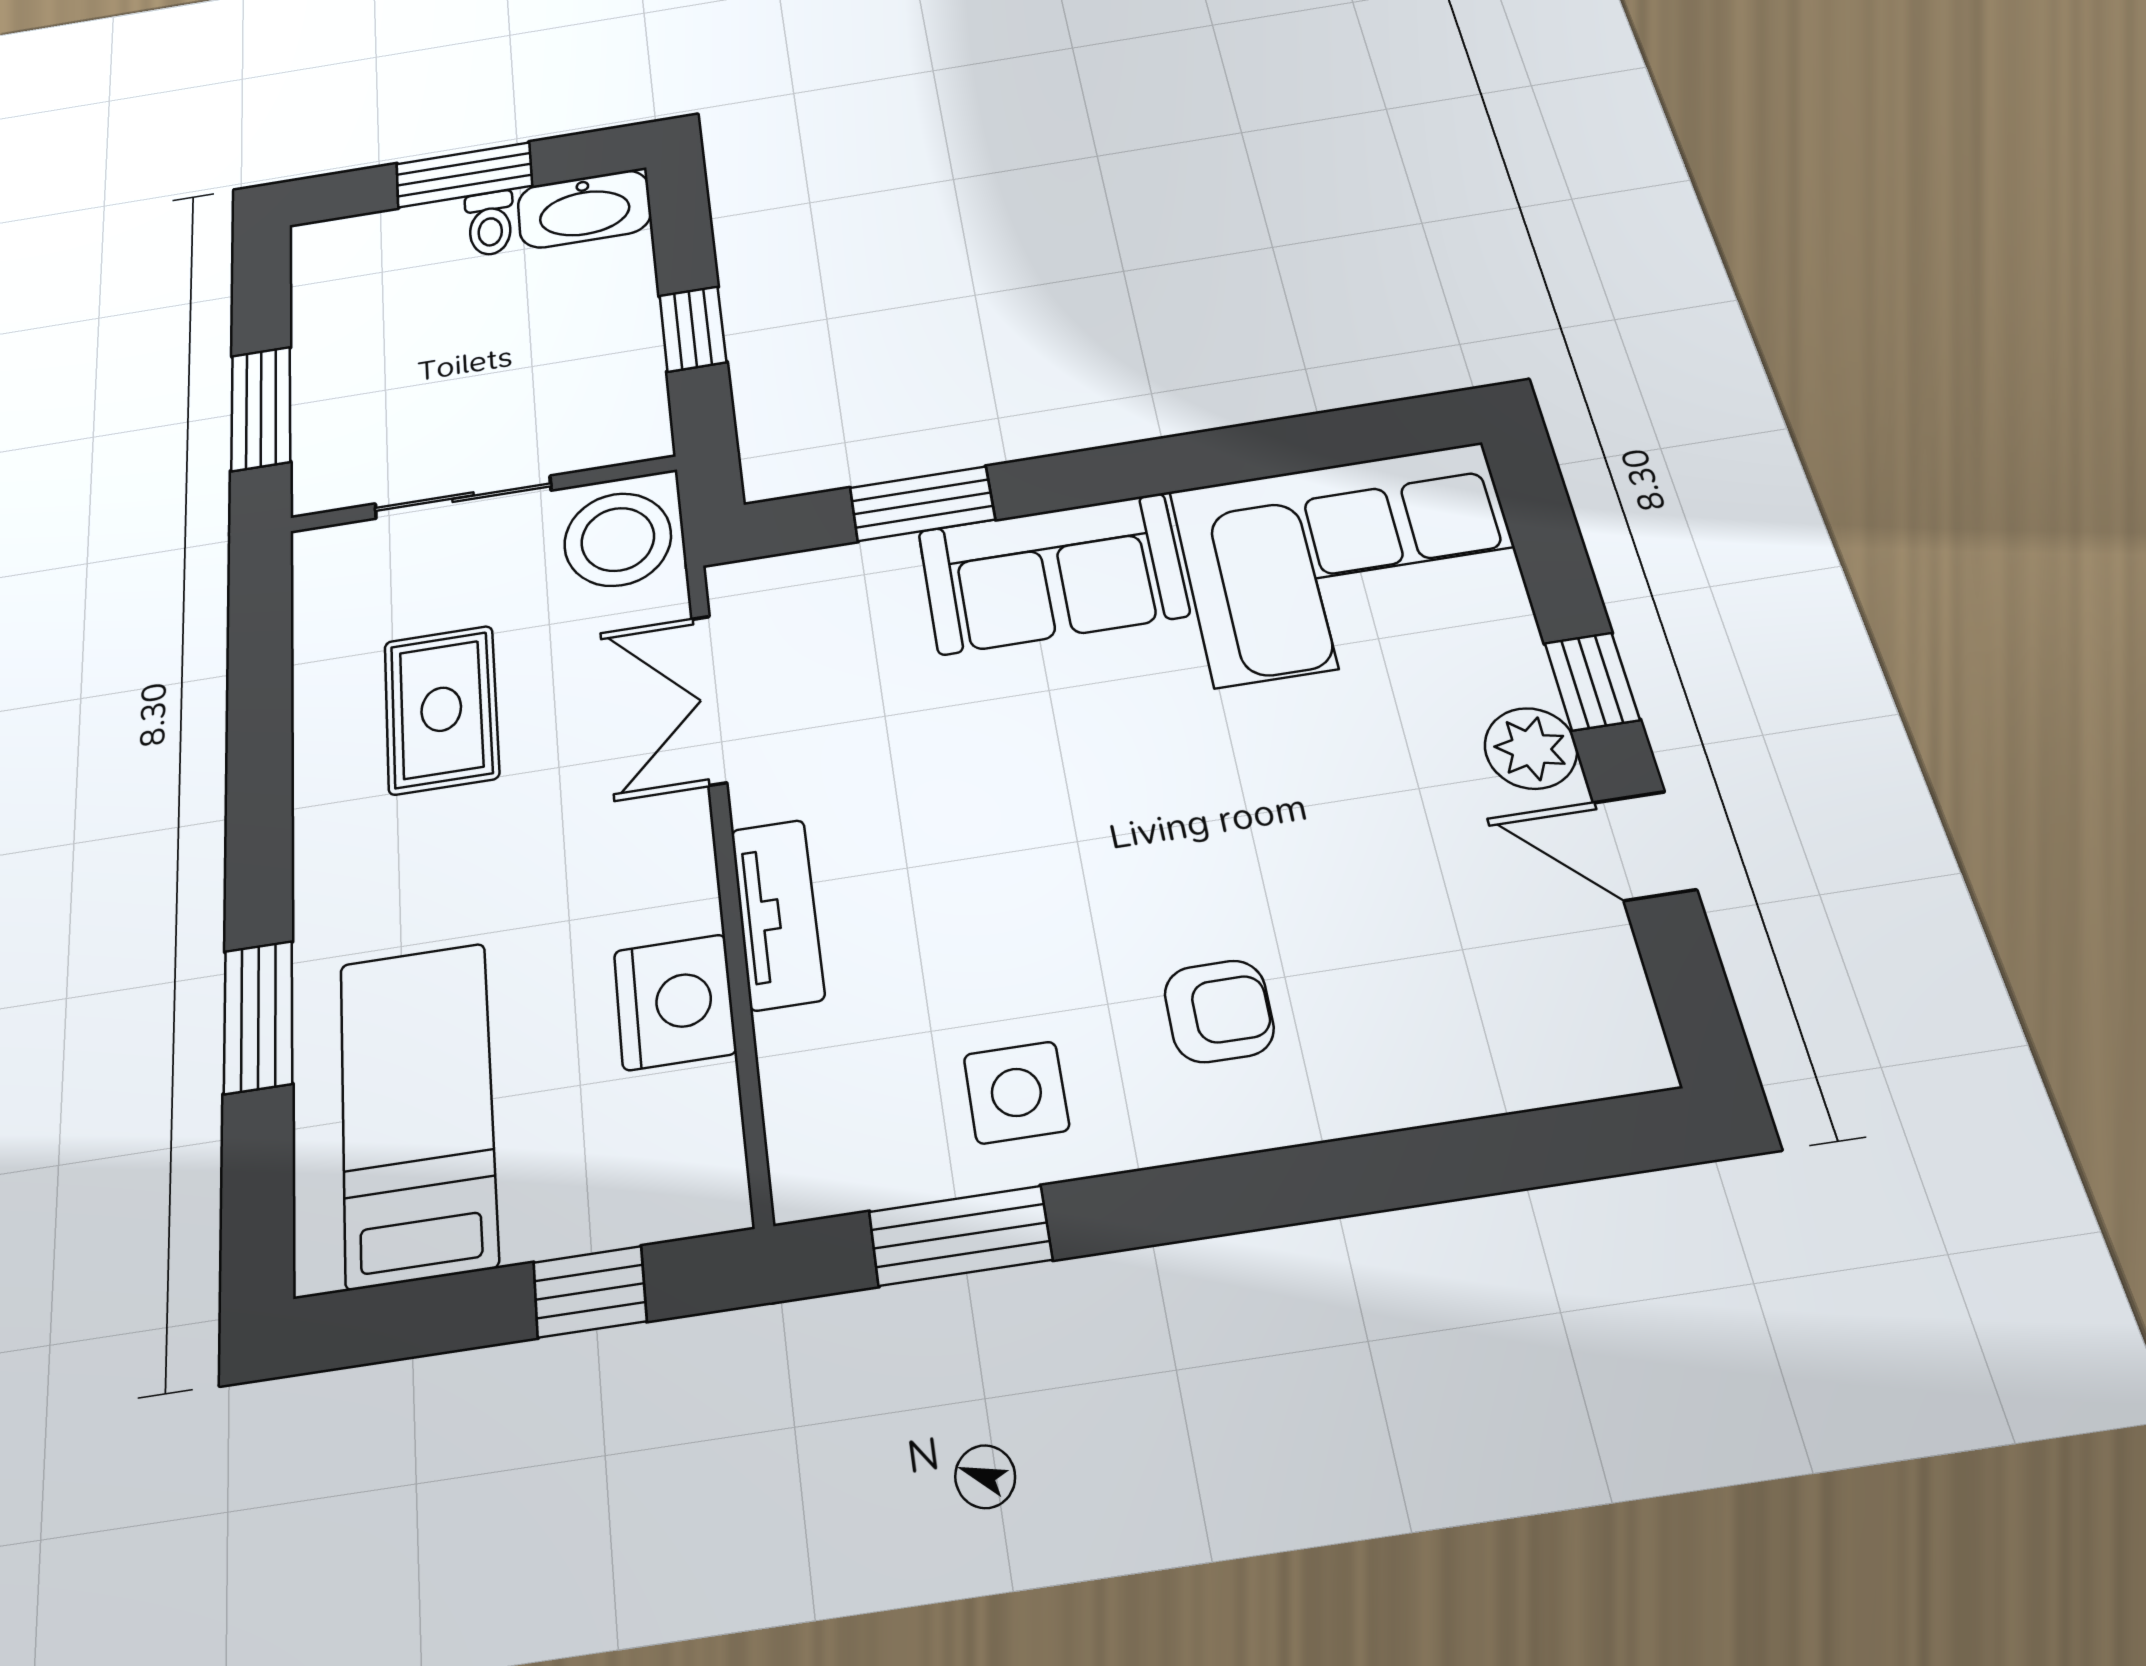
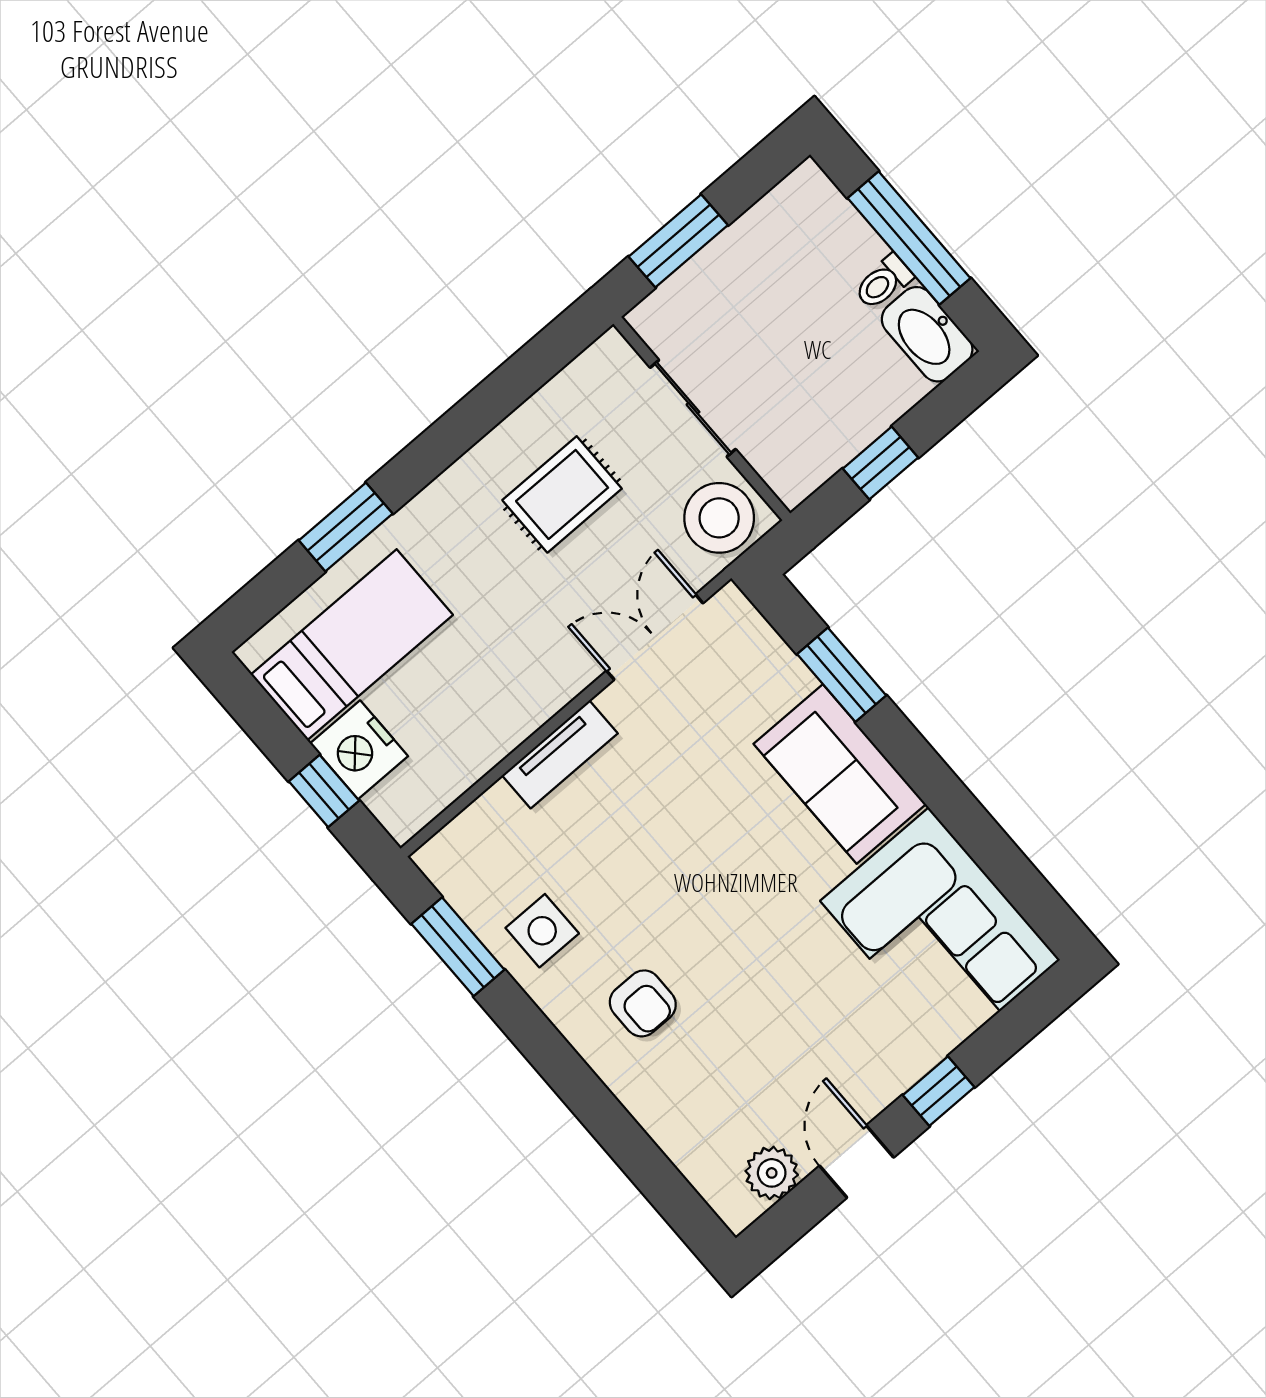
window: (464, 175) -> (909, 238), width x1.44
plant: (1531, 748) -> (772, 1173), moved
nightstand: (675, 1002) -> (359, 750), moved, turned 90

